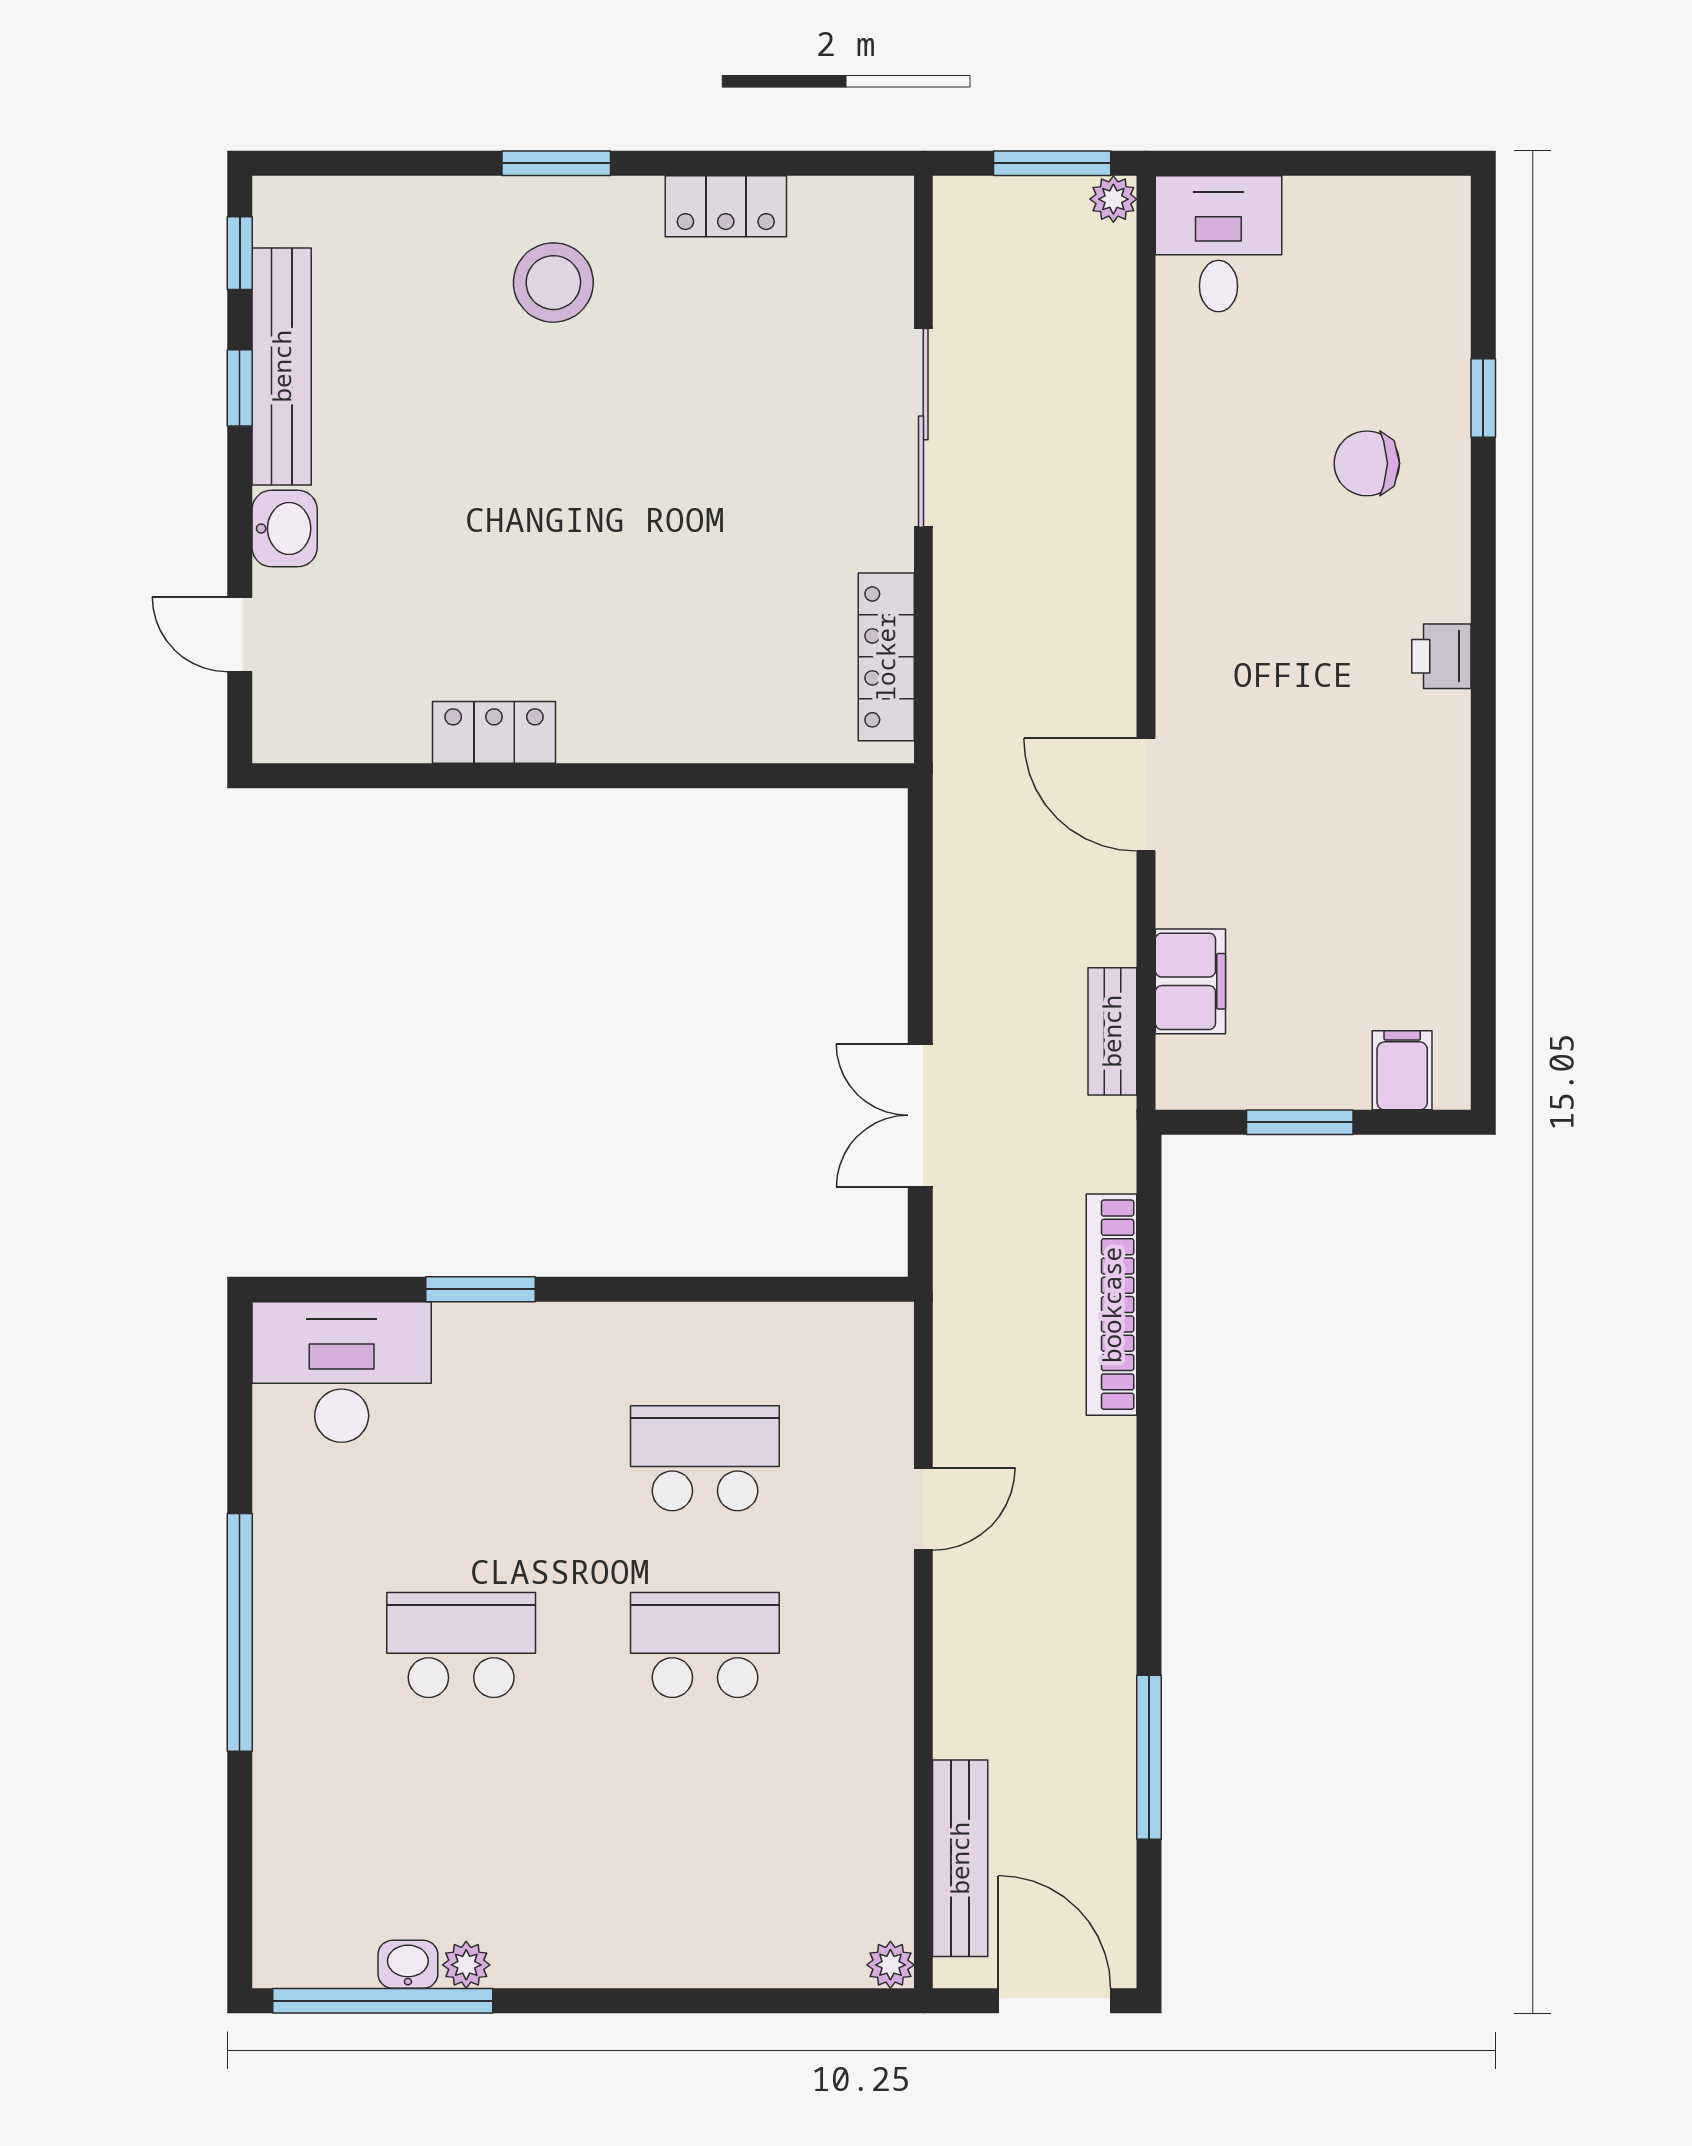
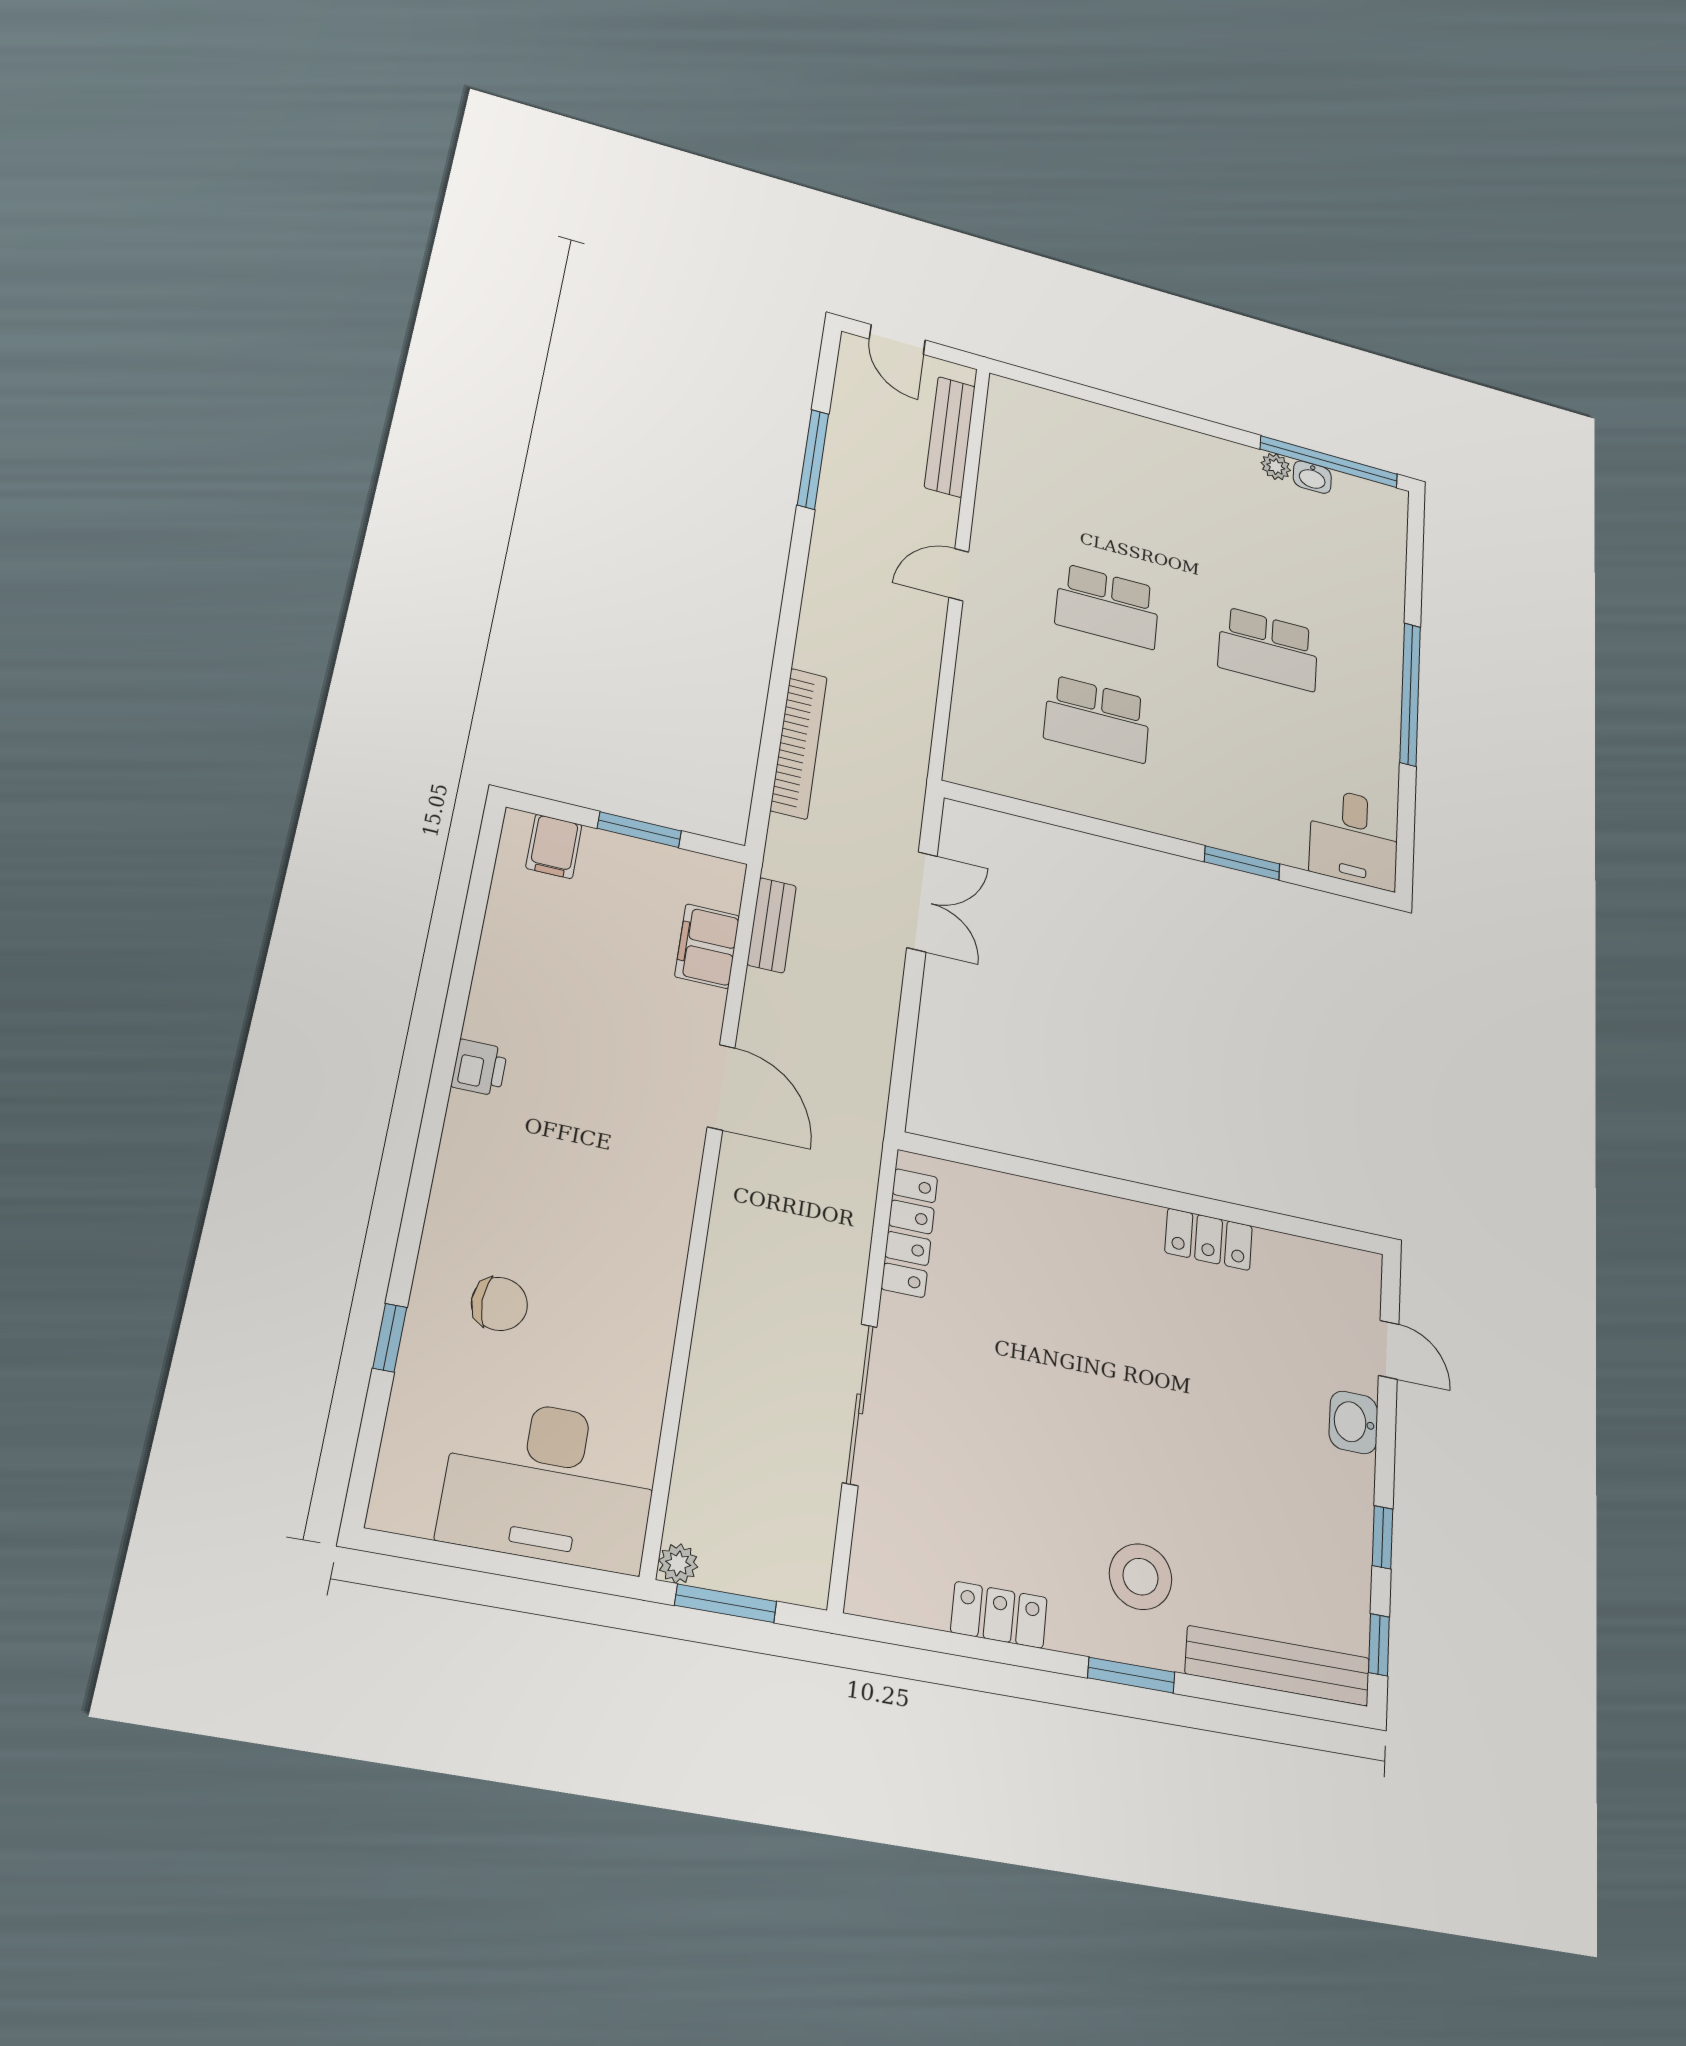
desk: (1218, 244) -> (550, 1483), width x1.87, depth x1.30
bench: (282, 366) -> (1278, 1666), moved, turned 90
printer: (1441, 656) -> (479, 1068), moved
desk: (342, 1372) -> (1354, 838), width x0.73
door: (923, 1509) -> (959, 575), moved
plant: (890, 1965) -> (1003, 390), removed
door: (1054, 2001) -> (897, 340), width x0.73

